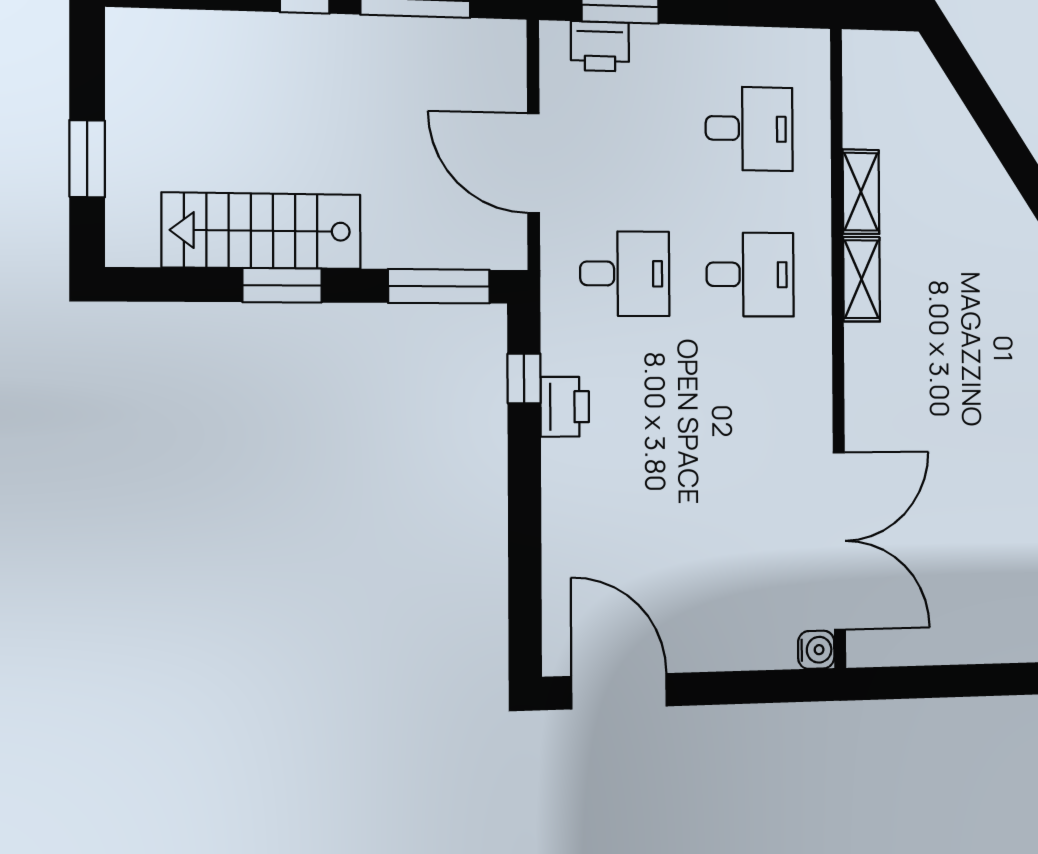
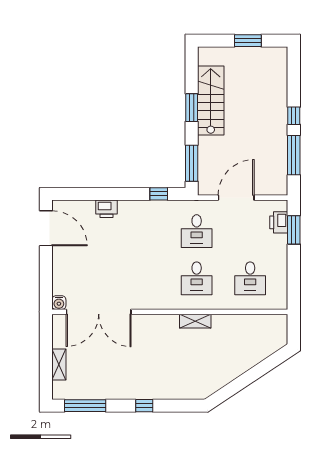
window: (87, 159) -> (248, 41), moved
shelving: (861, 192) -> (59, 365), moved, turned 90
printer: (565, 407) -> (107, 209), moved
door: (619, 691) -> (46, 228), hinge flipped

